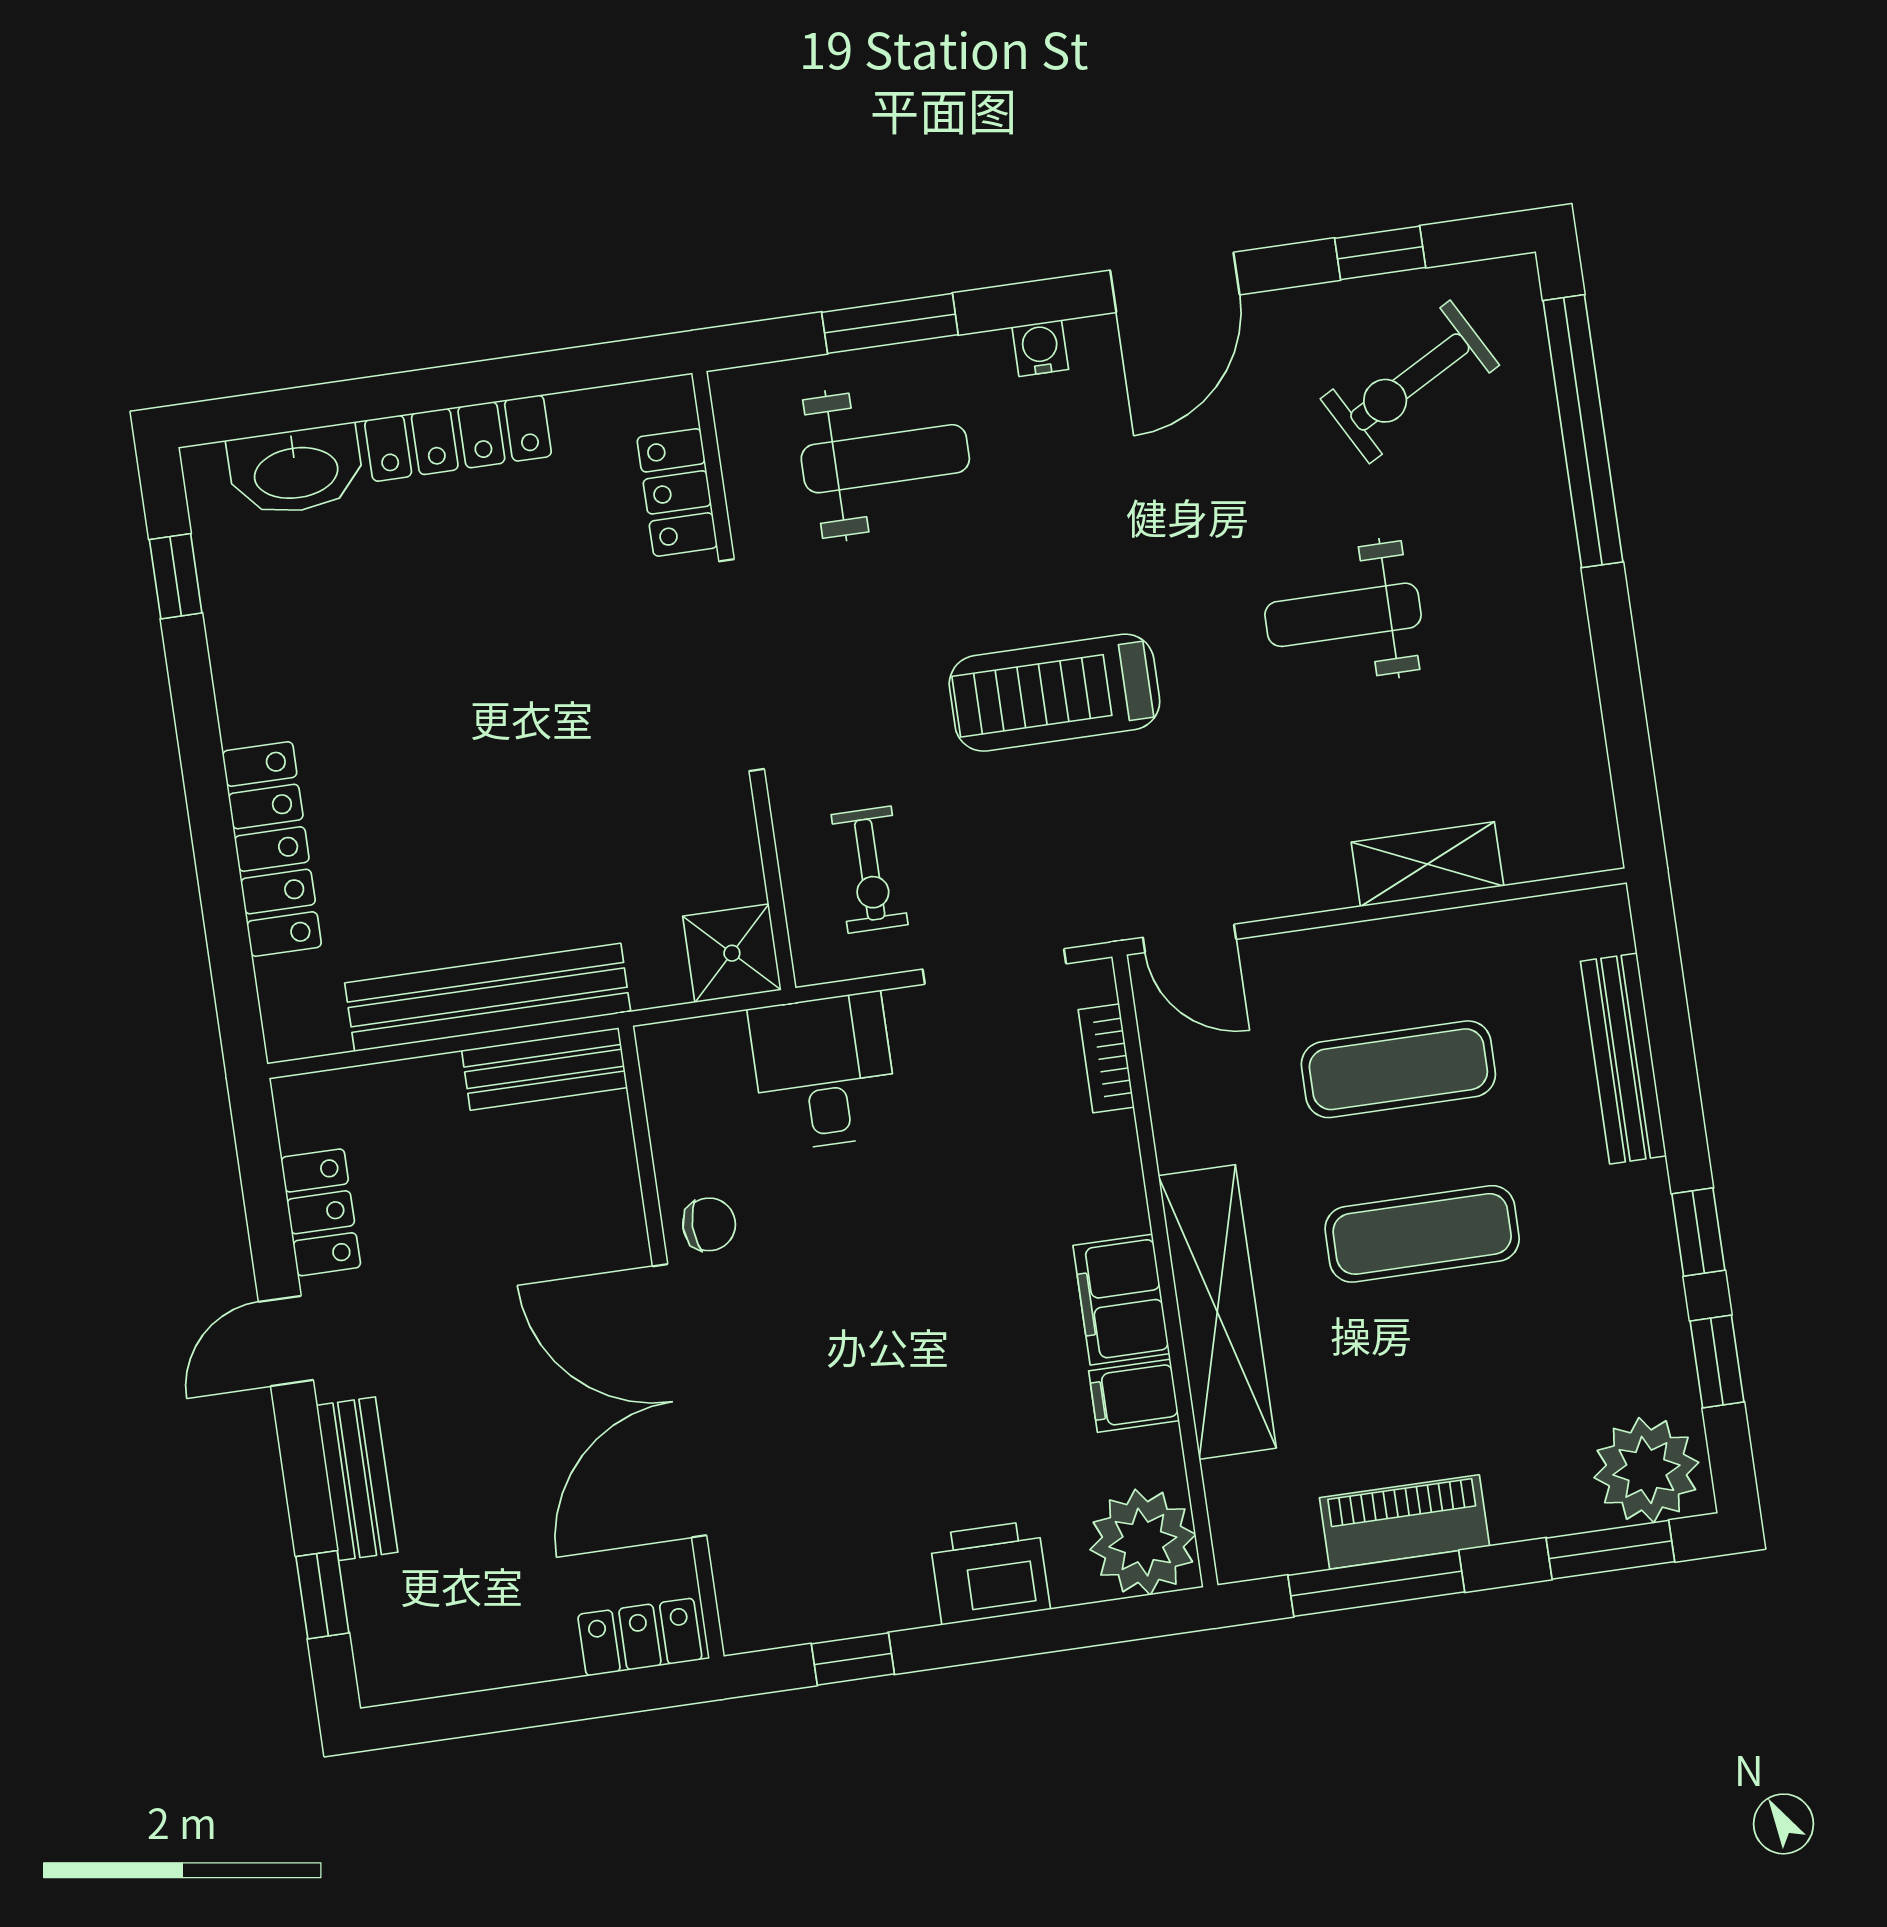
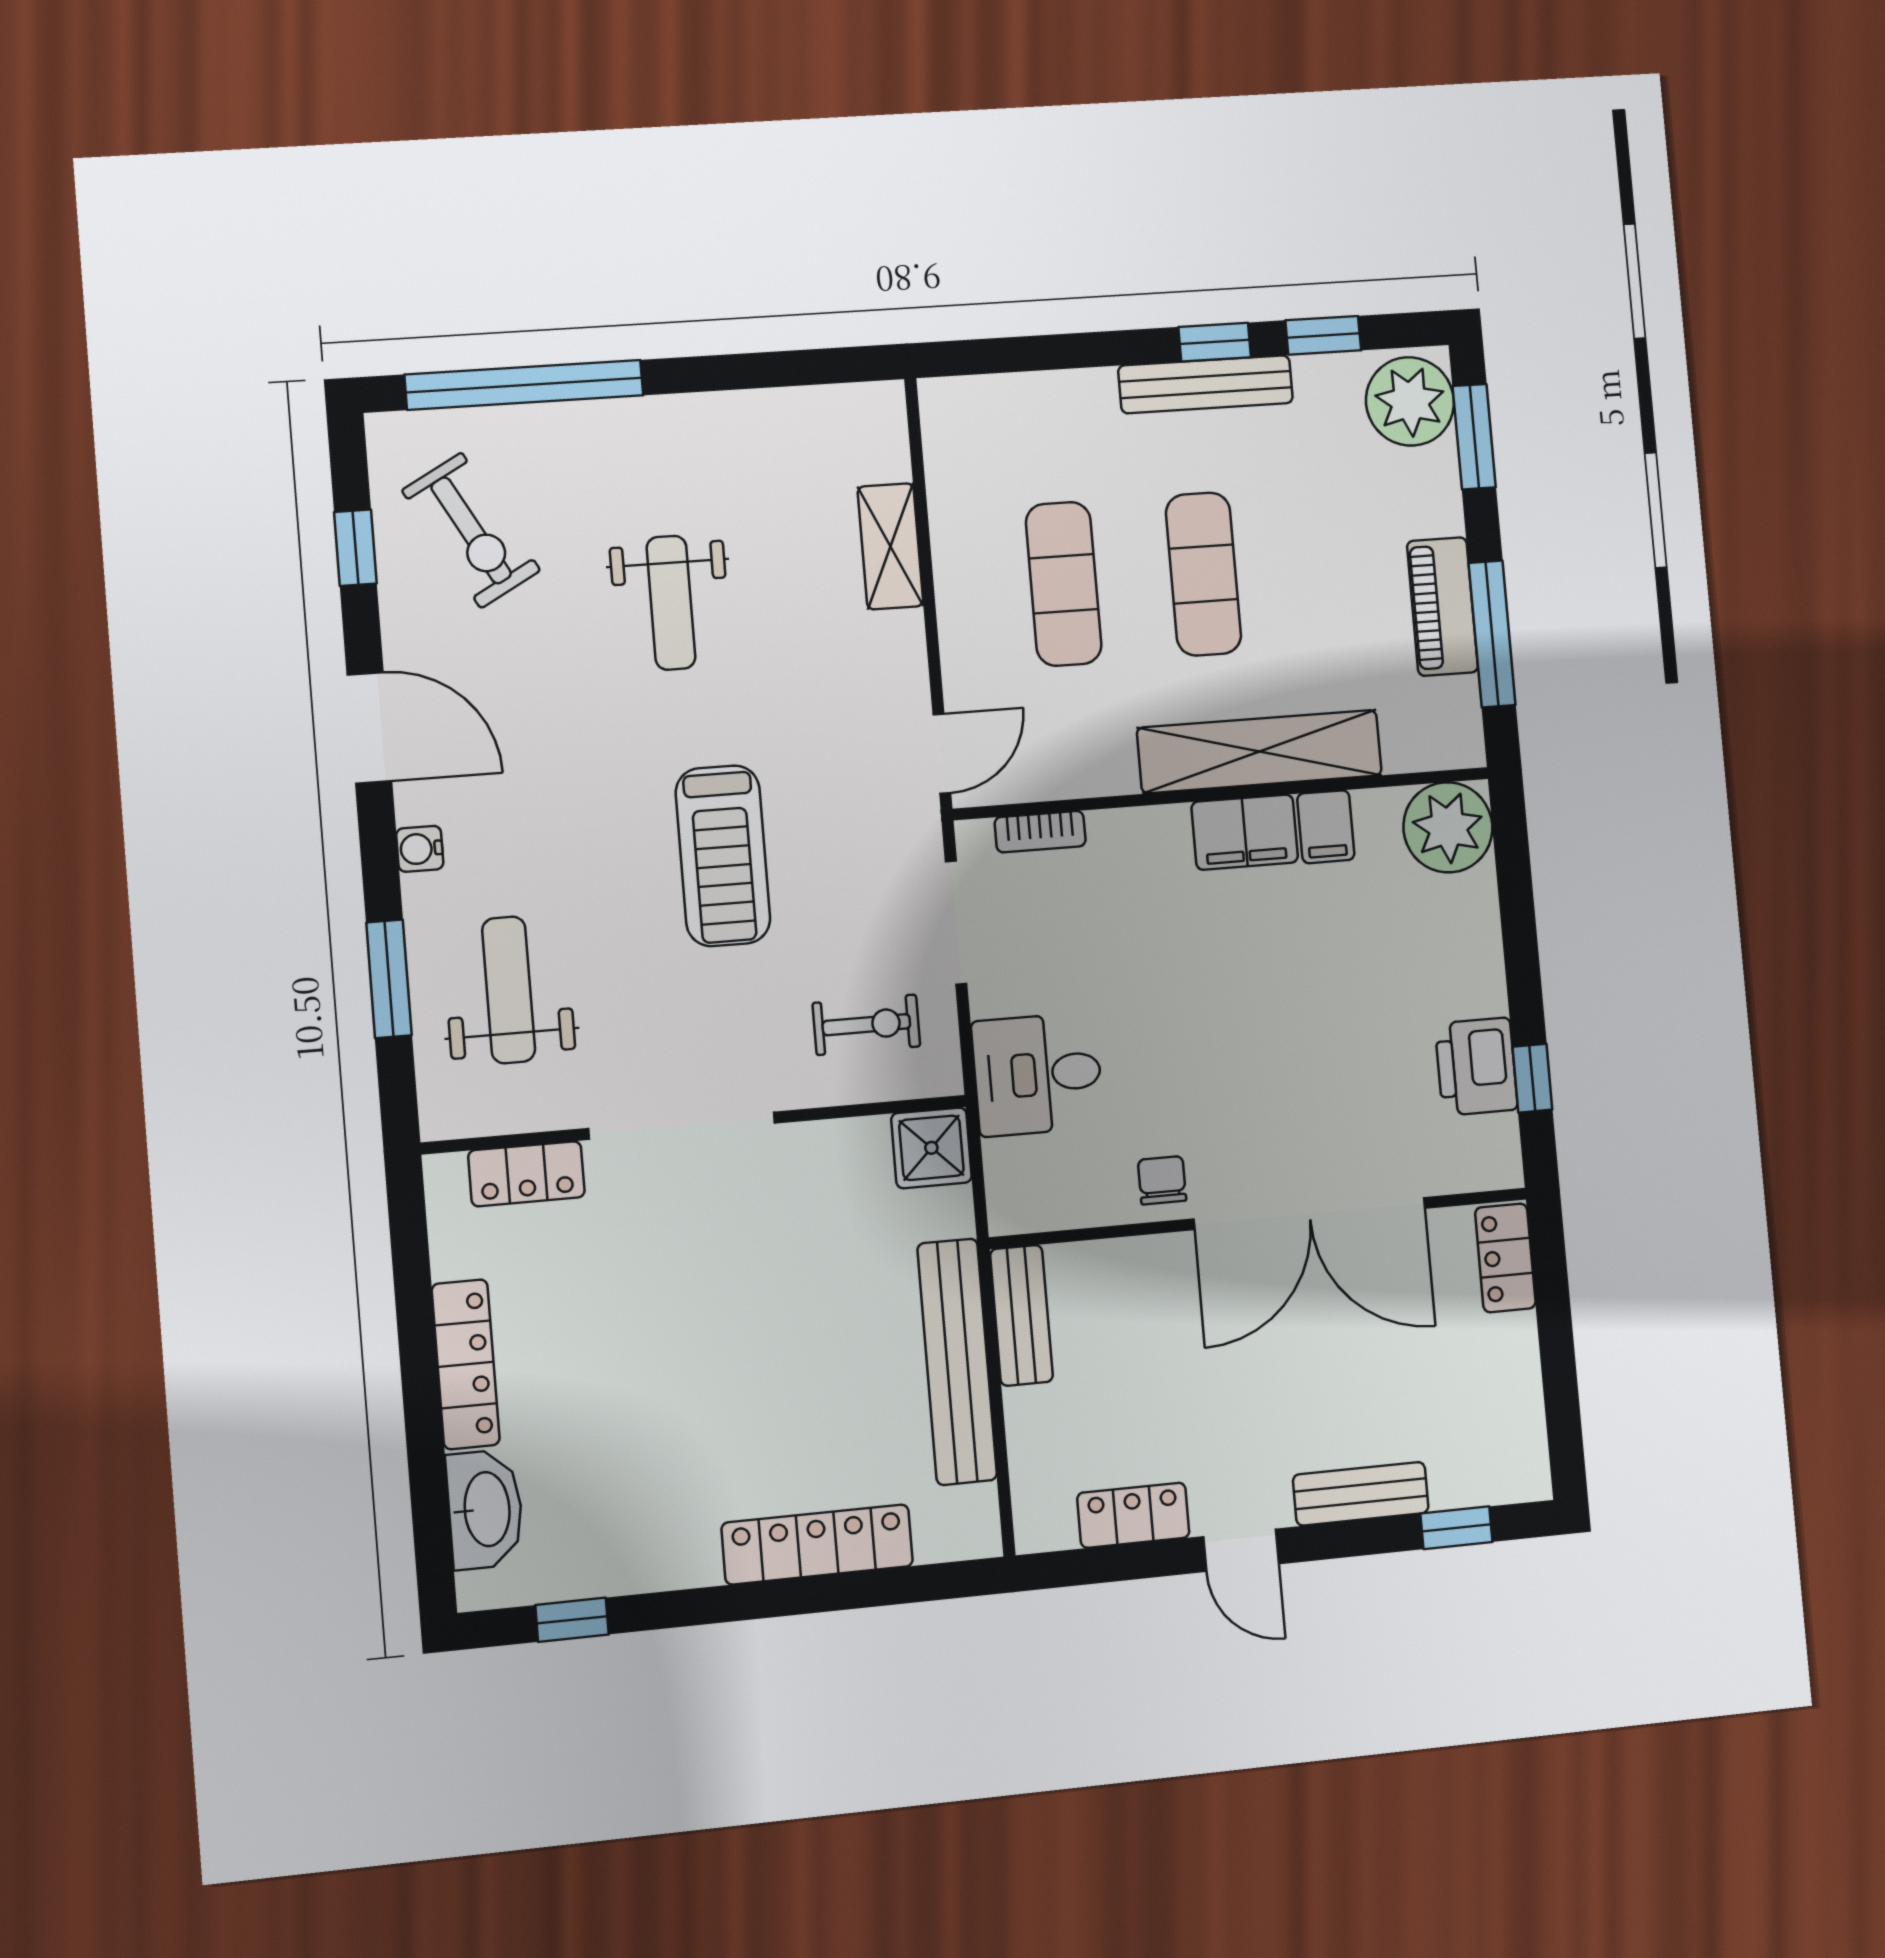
bench: (1623, 1059) -> (1206, 384), moved
printer: (990, 1572) -> (1476, 1067), moved

